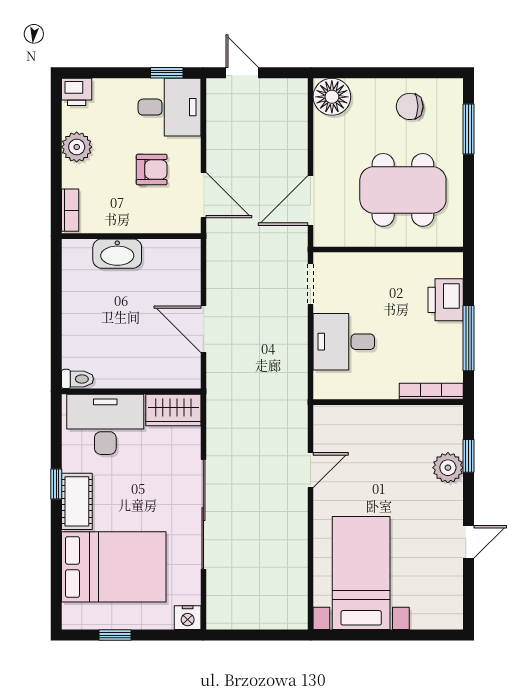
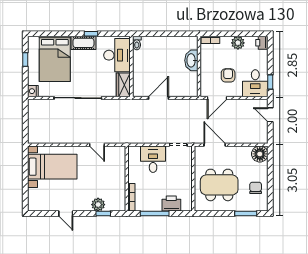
door: (242, 73) -> (270, 115), swing flipped
armchair: (152, 170) -> (228, 75), turned 180
dining table: (403, 190) -> (219, 185), turned 90

